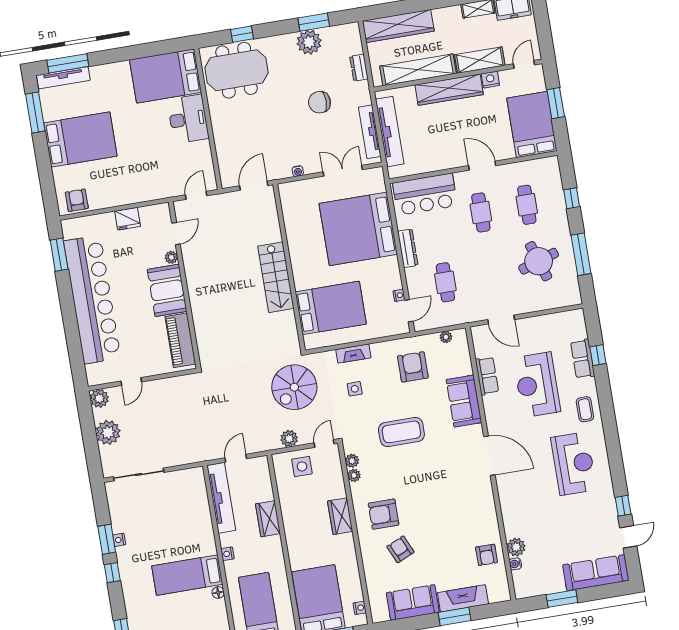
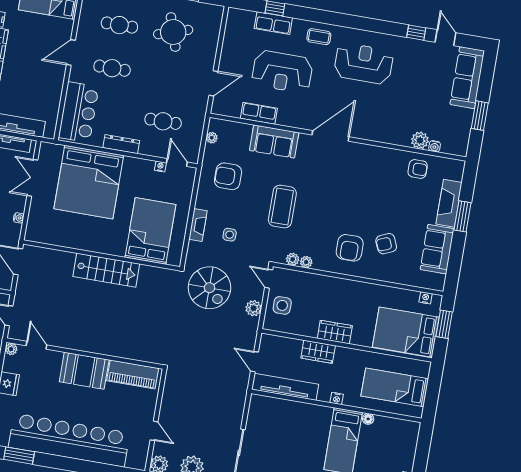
plant: (171, 257) -> (11, 349), moved
wardrobe: (340, 516) -> (335, 332), moved, turned 180

